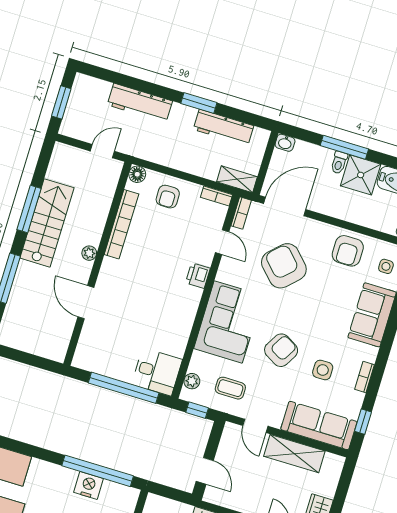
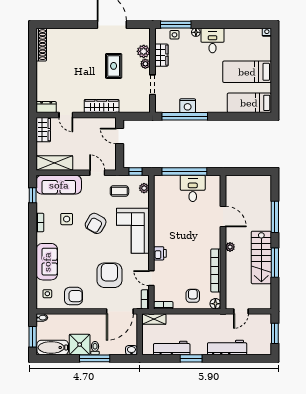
armchair: (348, 251) -> (73, 296), turned 90
armchair: (284, 266) -> (109, 275), turned -136
desk: (157, 372) -> (193, 188), moved, turned 90
shelving: (294, 454) -> (54, 163), moved

